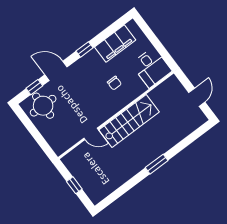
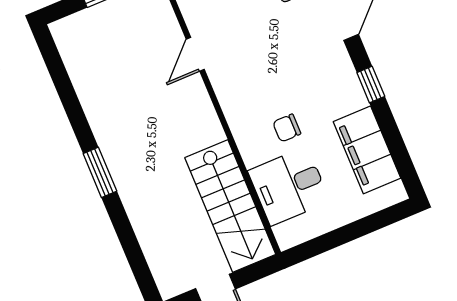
desk: (151, 67) -> (289, 186), moved
stairs: (129, 121) -> (230, 206), moved

